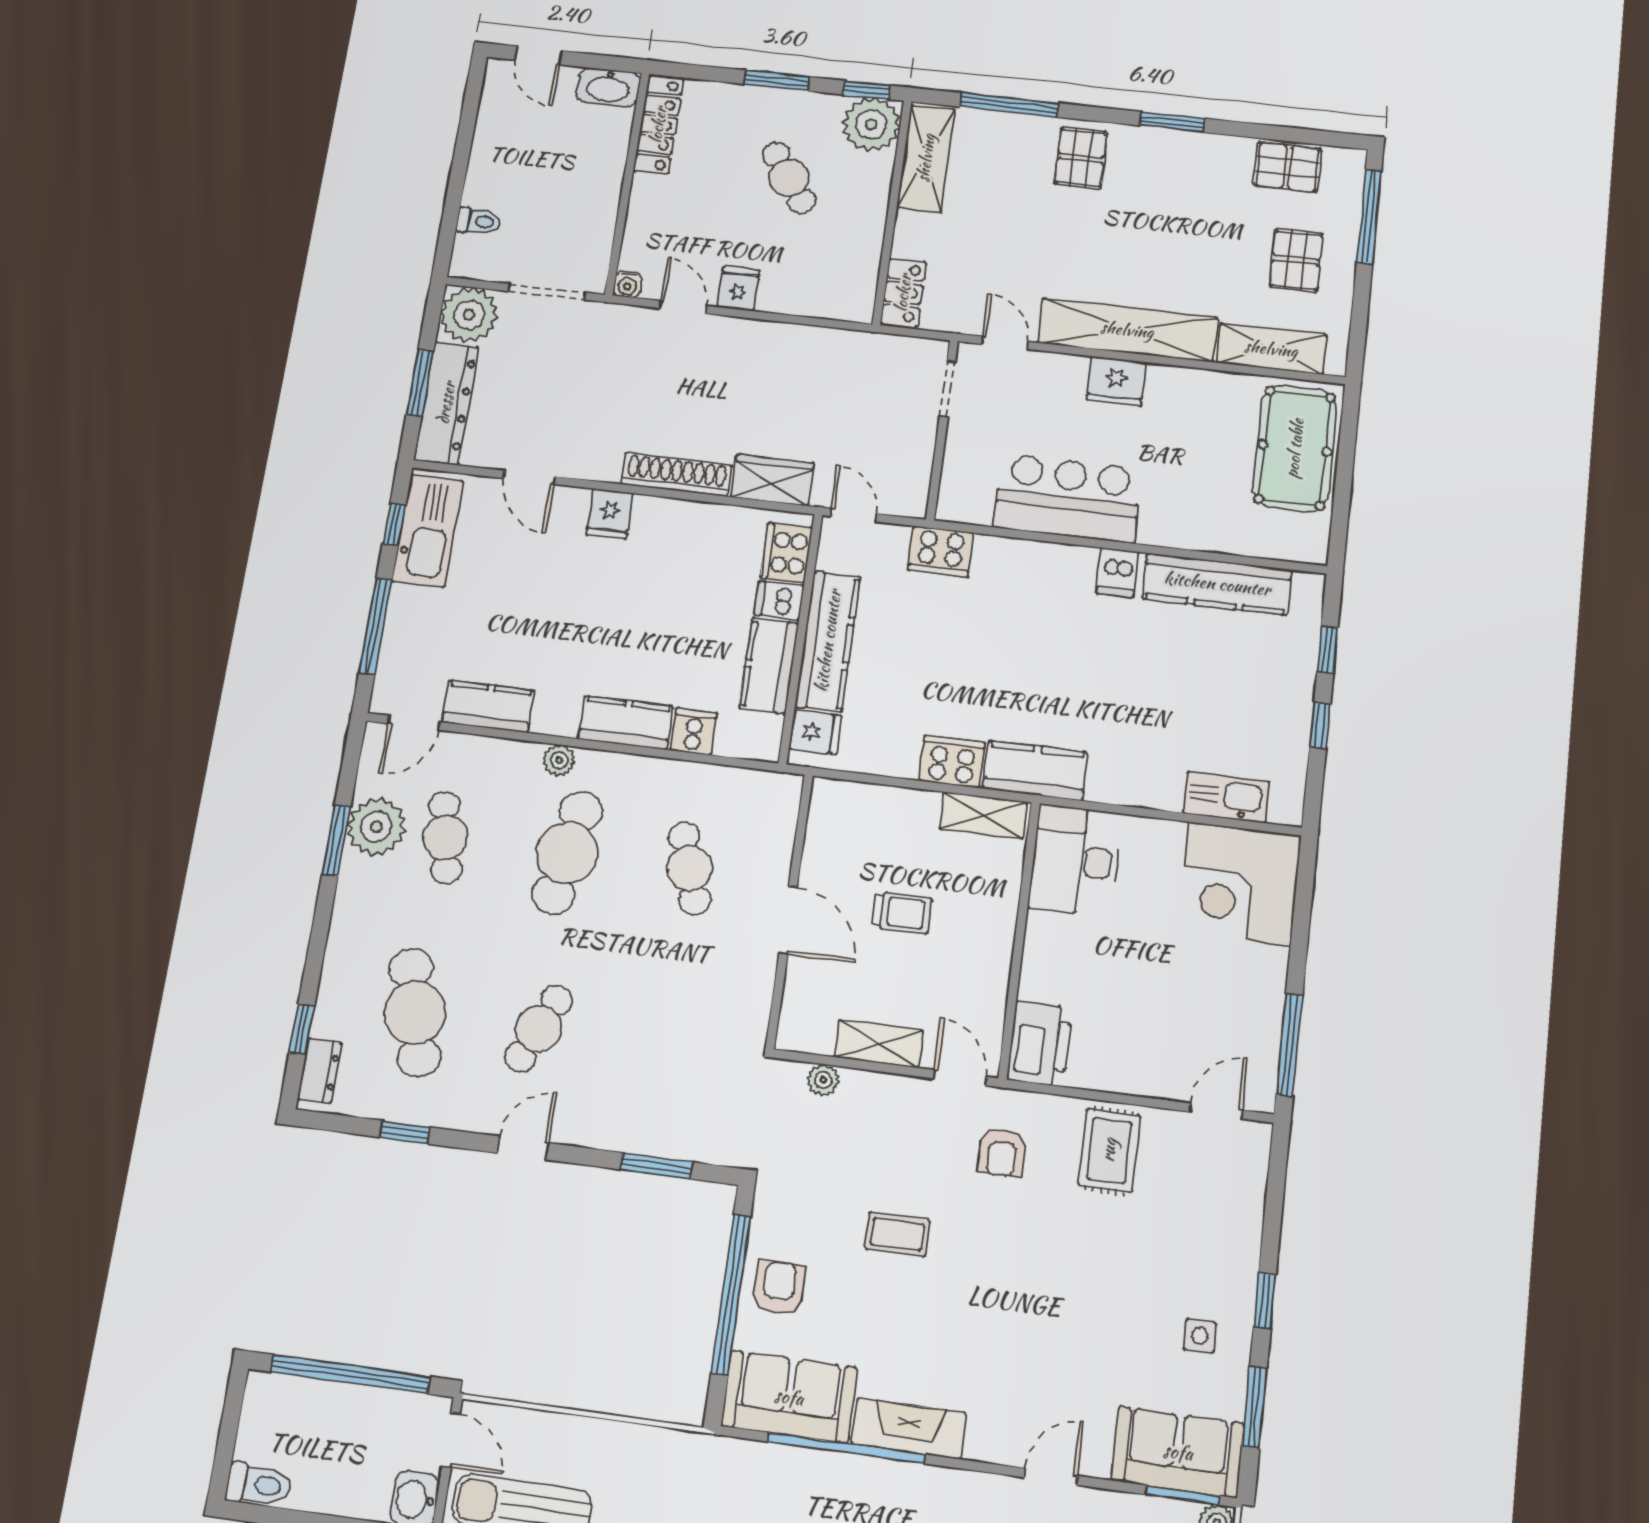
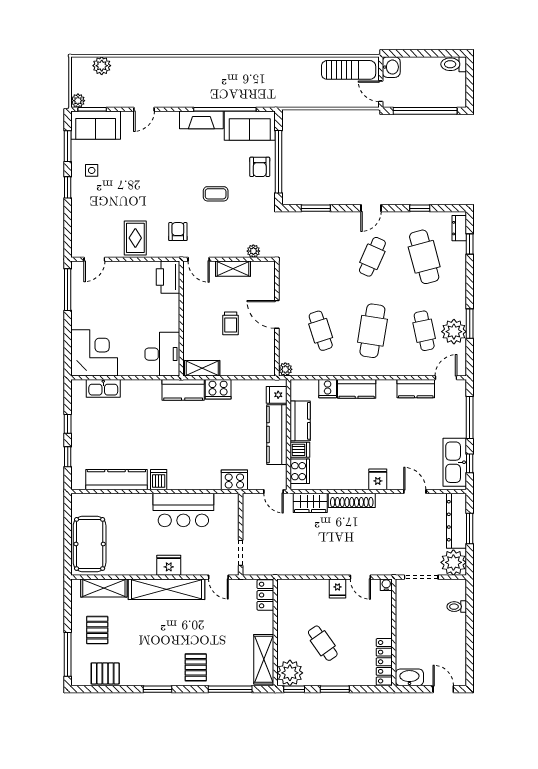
plant: (559, 760) -> (285, 369), moved
trolley: (902, 913) -> (231, 323), turned -90

